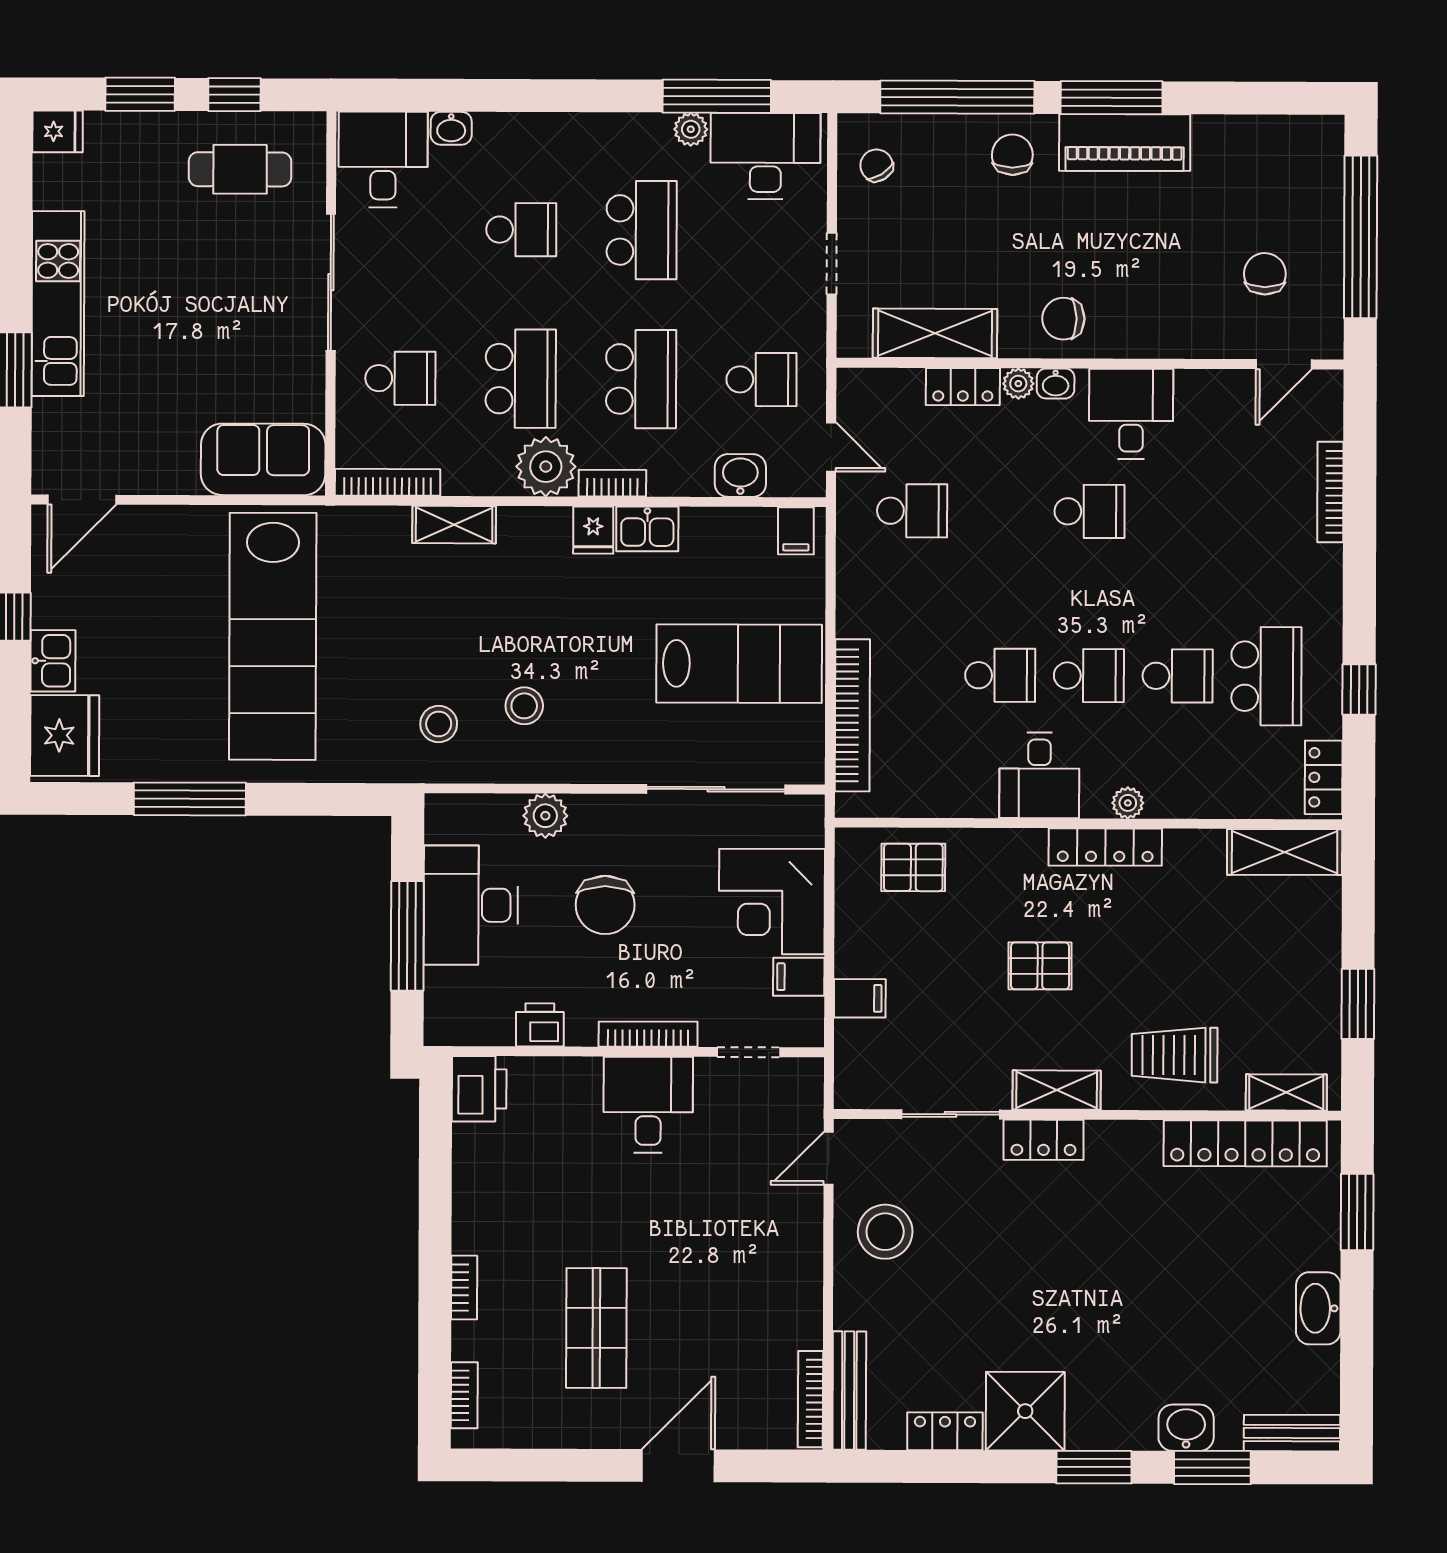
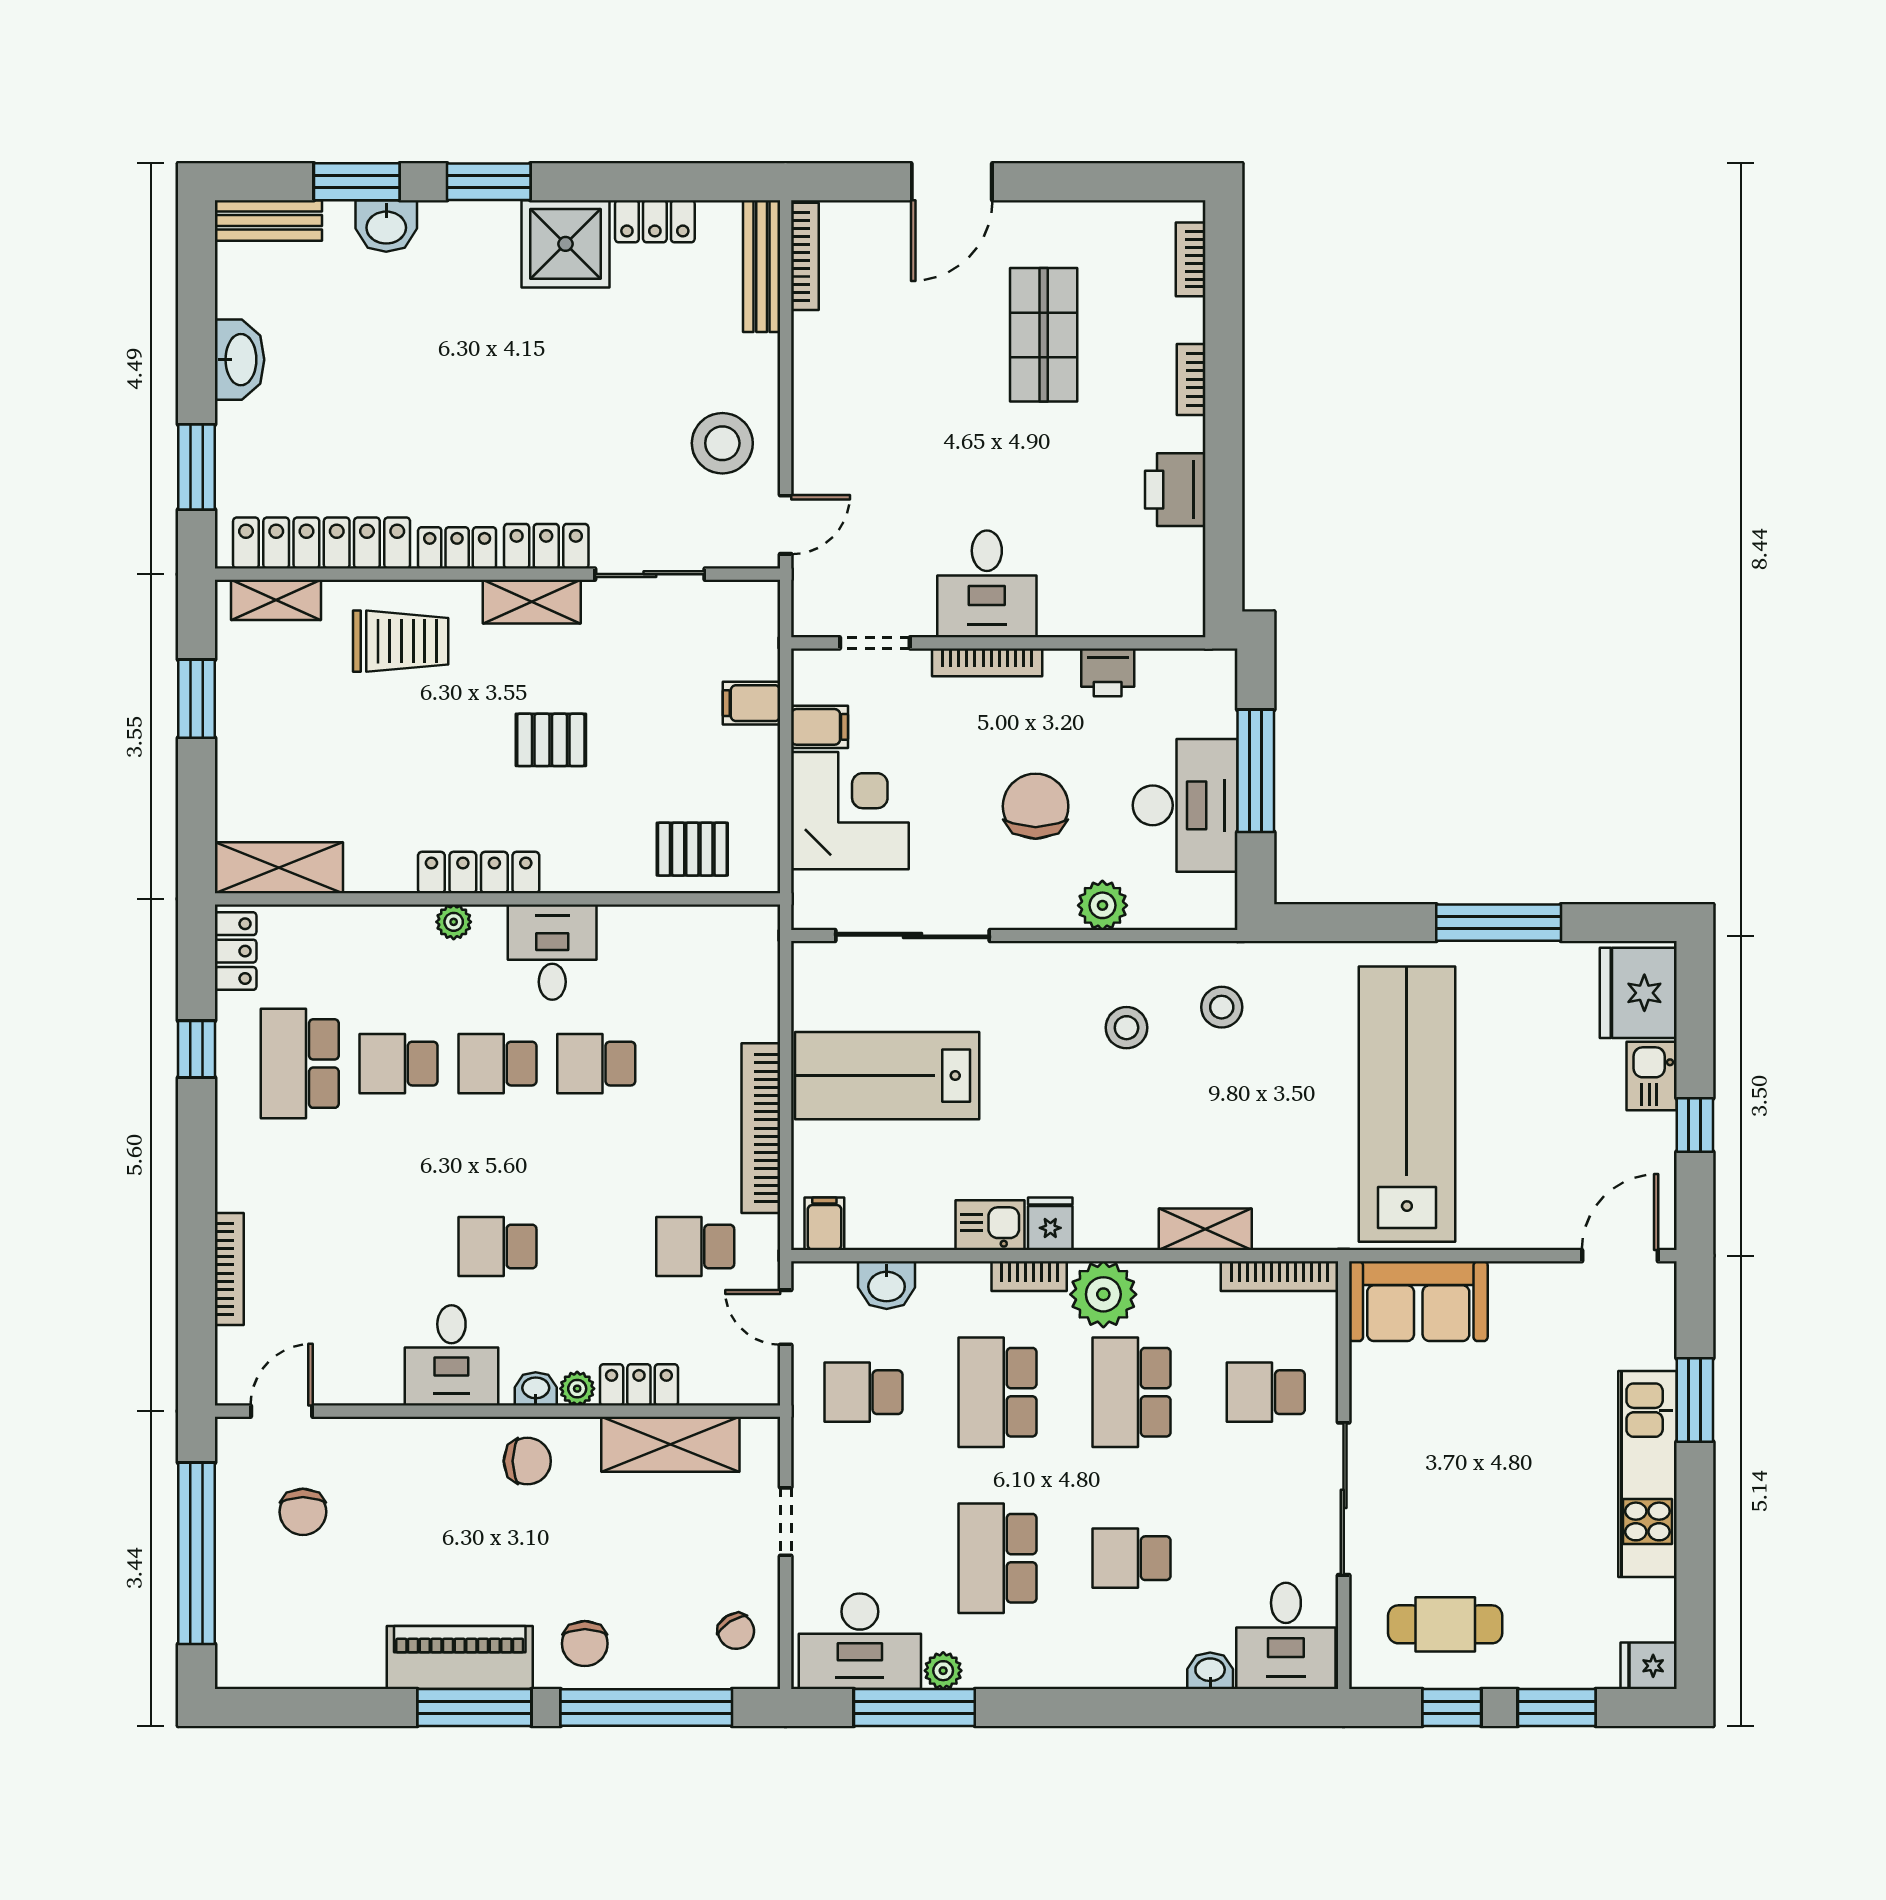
bookcase: (852, 715) -> (761, 1128), moved
printer: (479, 1089) -> (1175, 490), moved
locker: (1124, 1139) -> (457, 548), added

